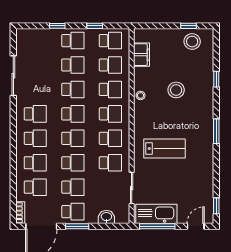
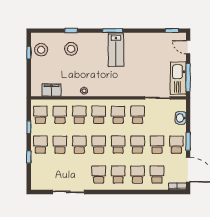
stool: (176, 90) -> (71, 49), moved
lab bench: (164, 148) -> (116, 50), moved, turned 180

